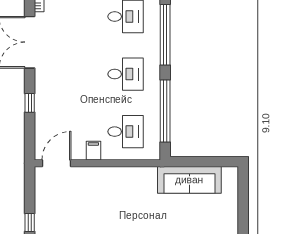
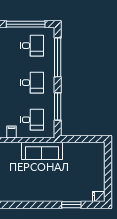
window: (165, 111) -> (58, 106), width x0.68
sofa: (189, 180) -> (42, 151), moved

